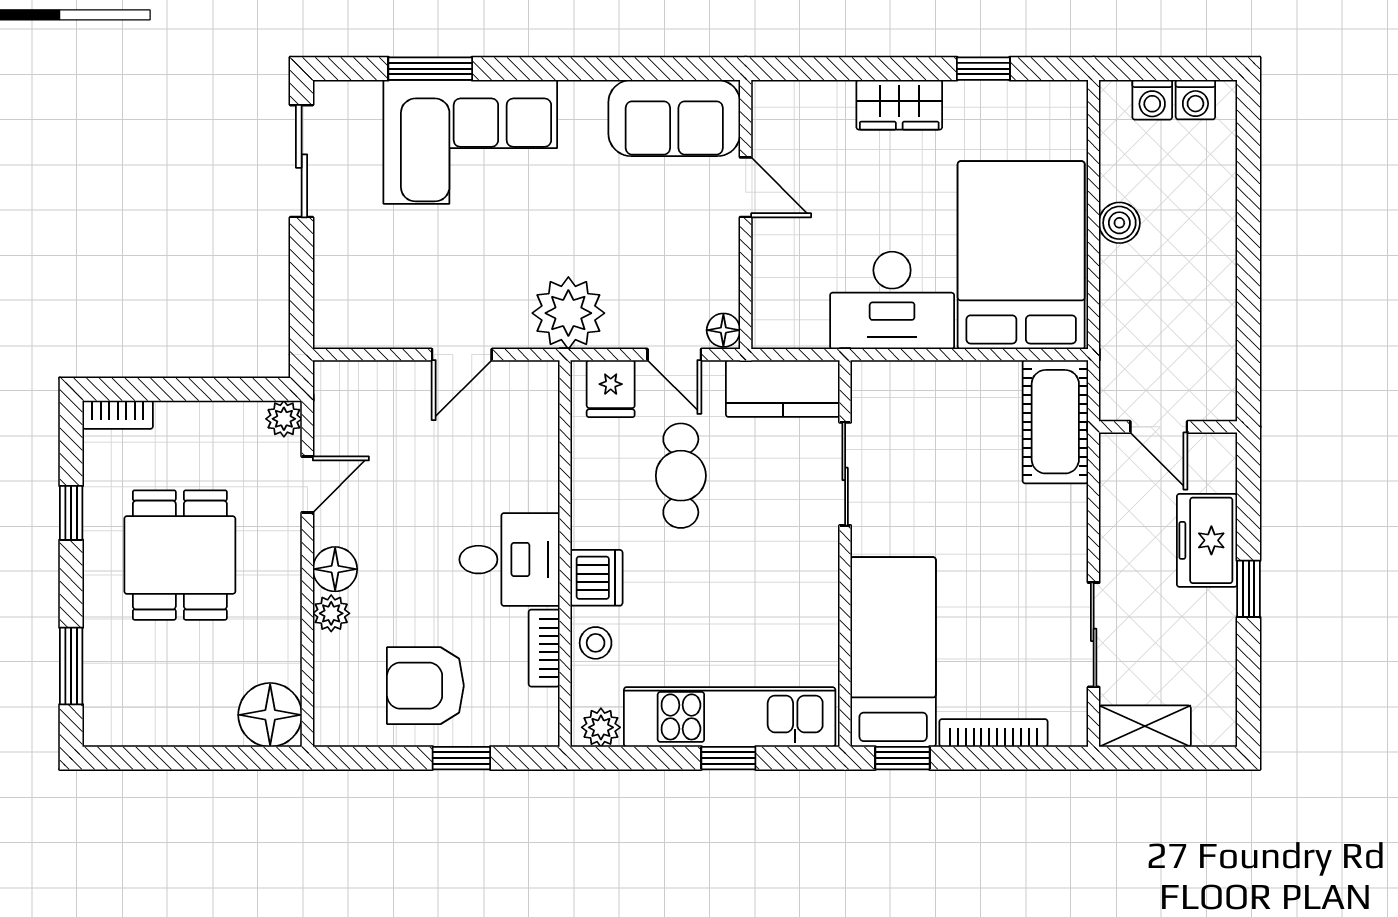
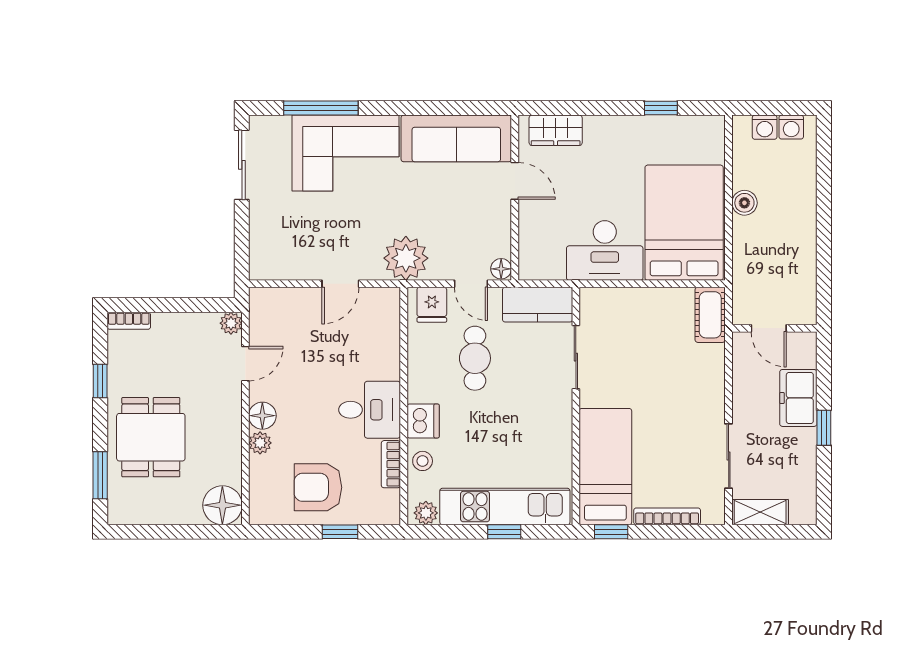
window: (430, 69) -> (321, 108), width x1.44
wardrobe: (899, 105) -> (556, 130), moved
sofa: (674, 118) -> (456, 138), width x1.36
cot: (1055, 422) -> (710, 315), width x0.73, depth x0.75
dining table: (180, 555) -> (151, 437), moved

